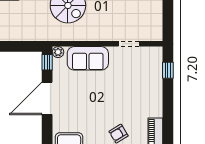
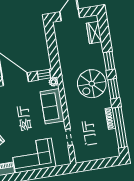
window: (168, 70) -> (53, 171), removed
corner sofa: (144, 91) -> (33, 156), added

